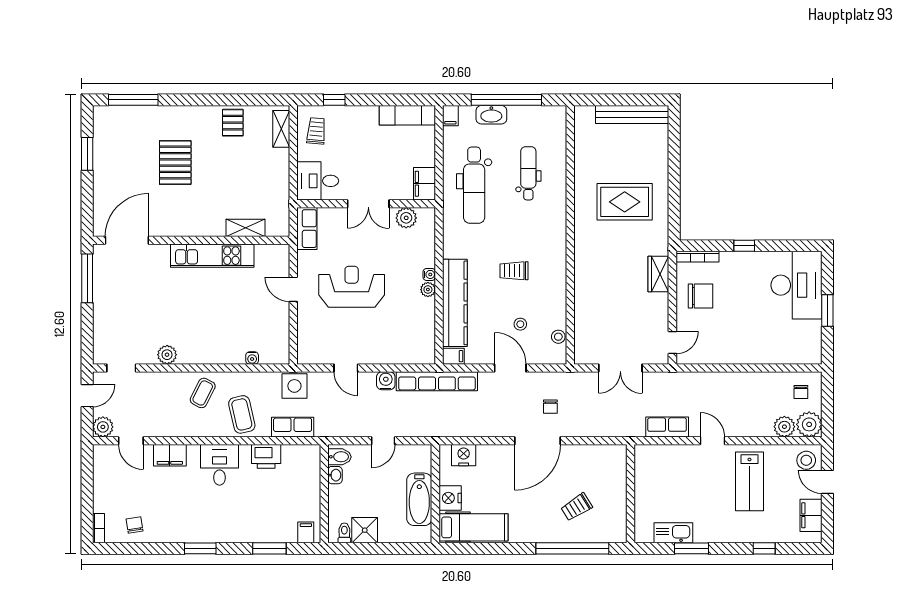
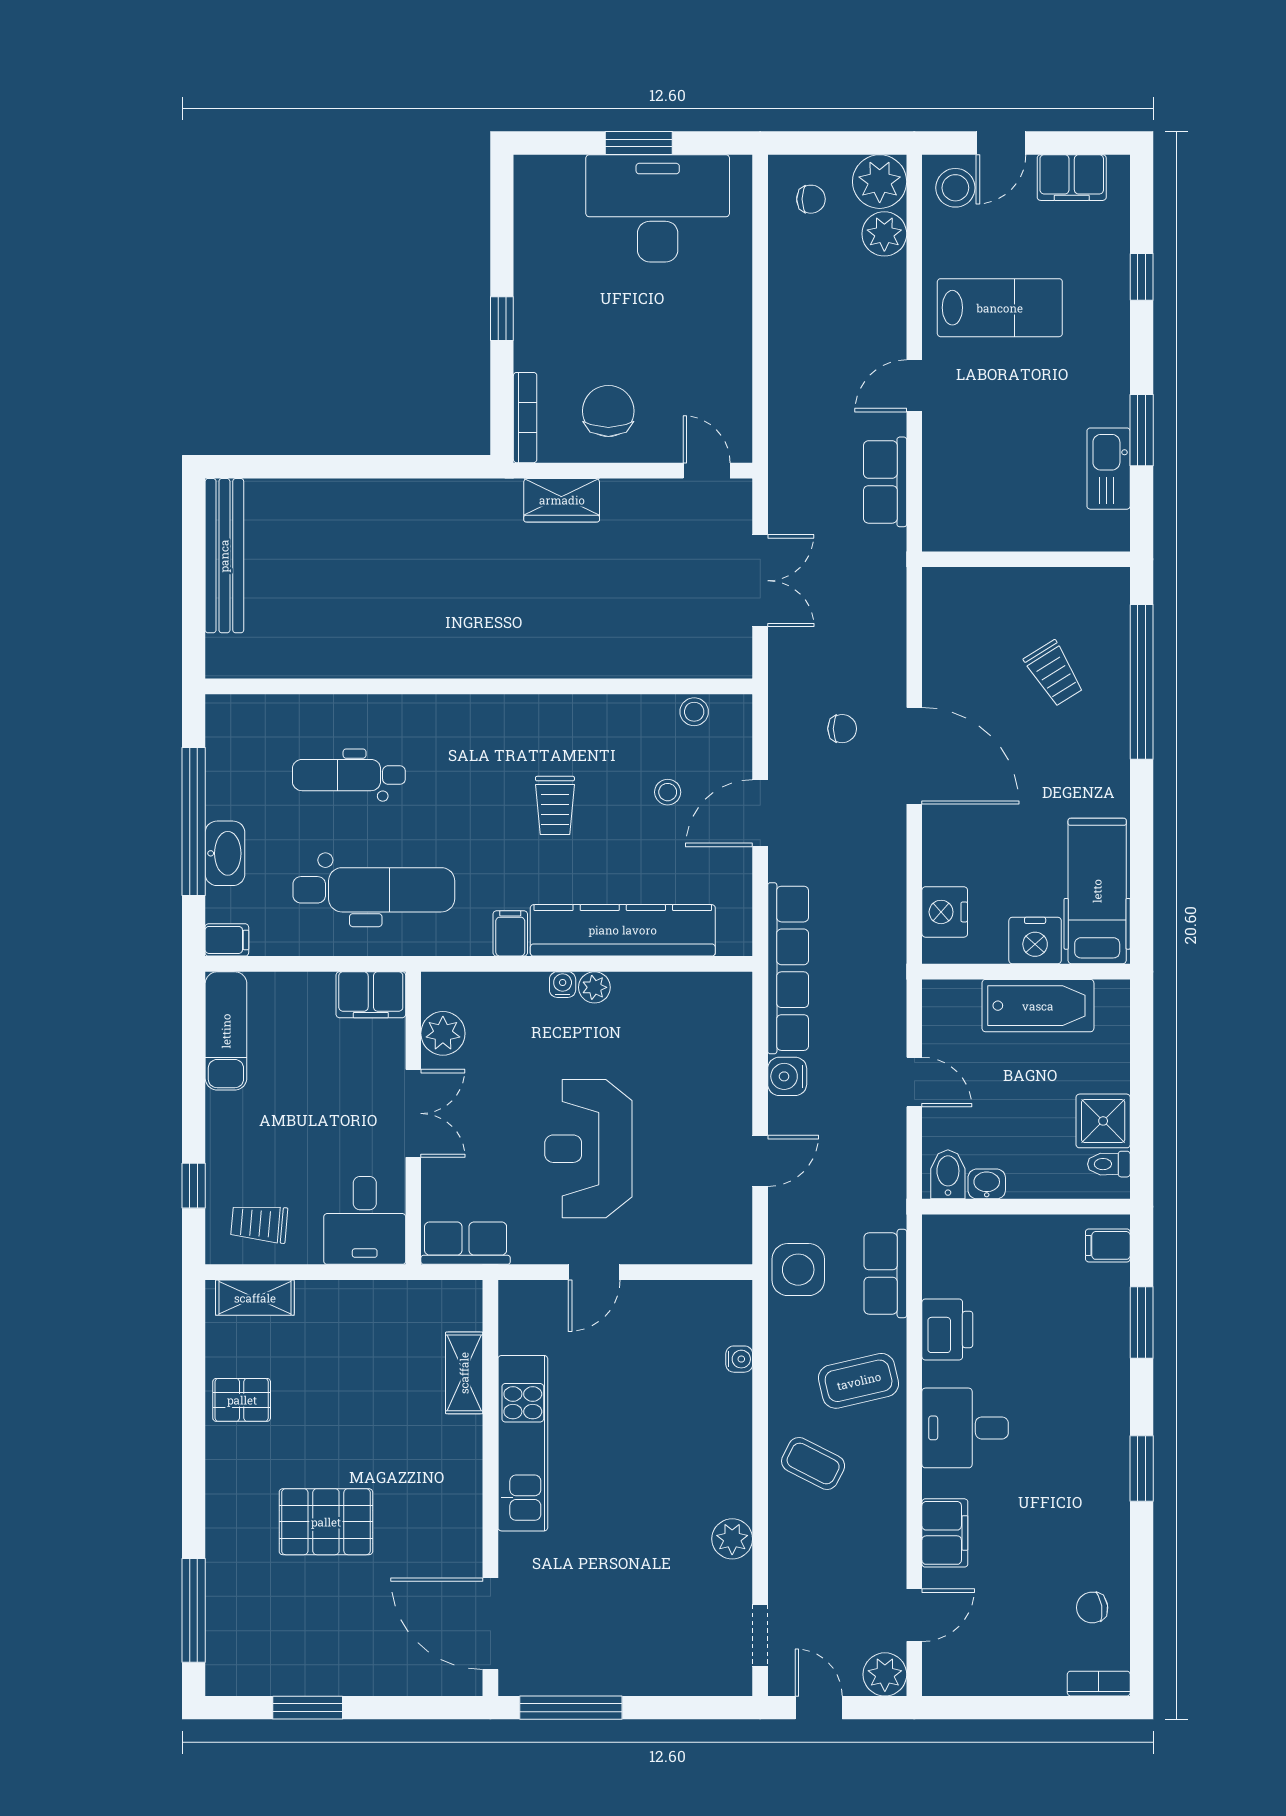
rug: (625, 202) -> (409, 572), removed
desk: (796, 285) -> (658, 208), moved
filing cabinet: (453, 356) -> (510, 933), moved

